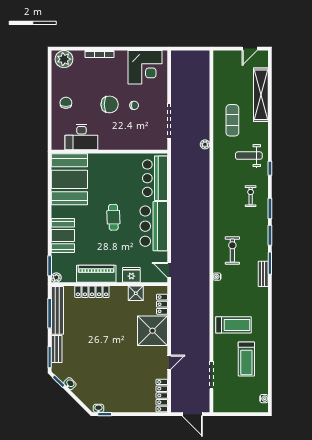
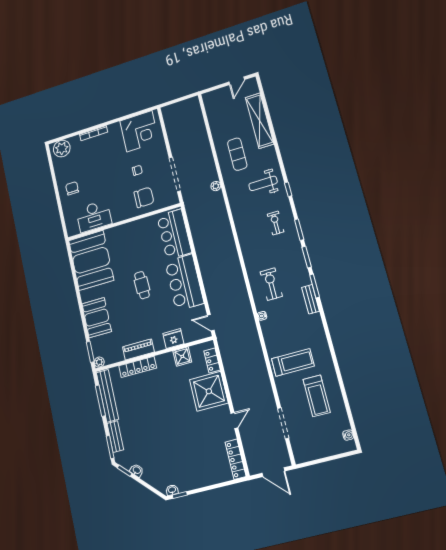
chair: (110, 104) -> (144, 197), moved
piano: (96, 274) -> (138, 349), width x0.73, depth x0.75

